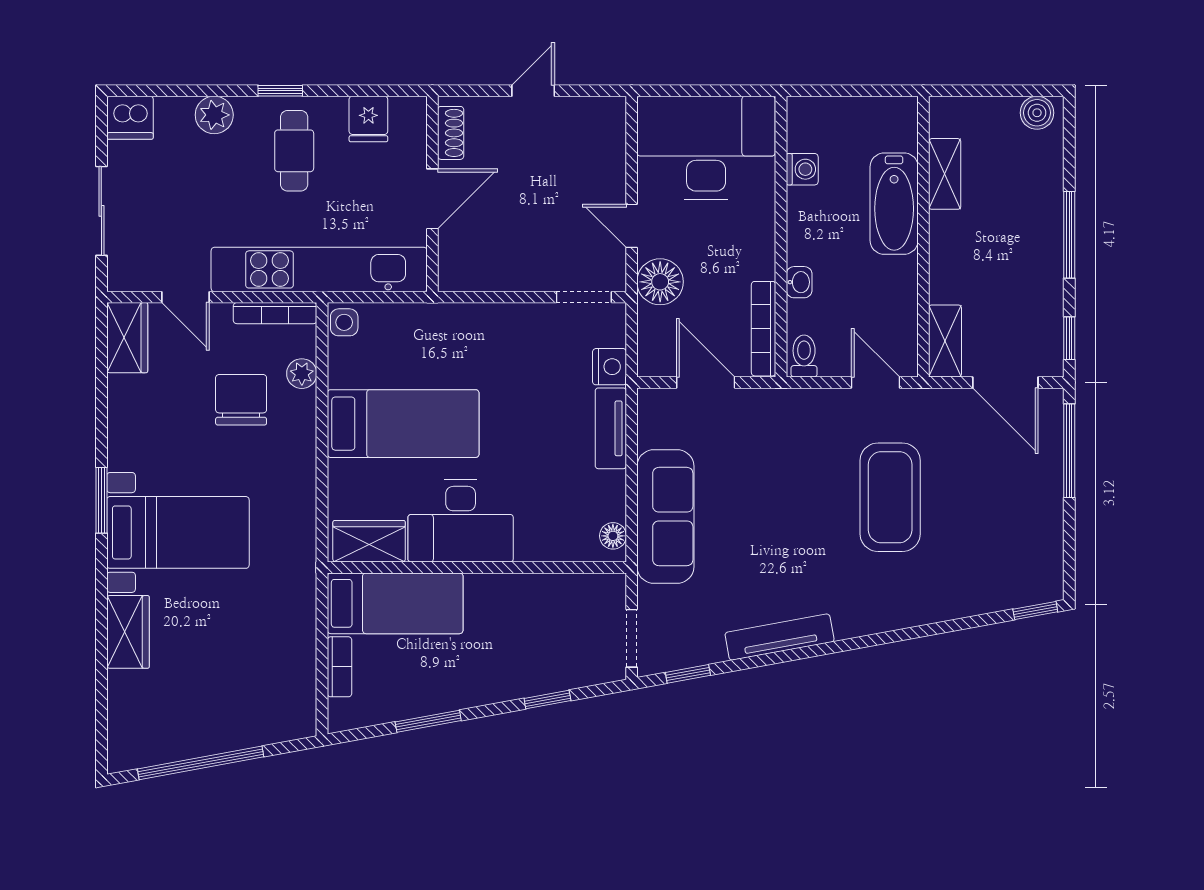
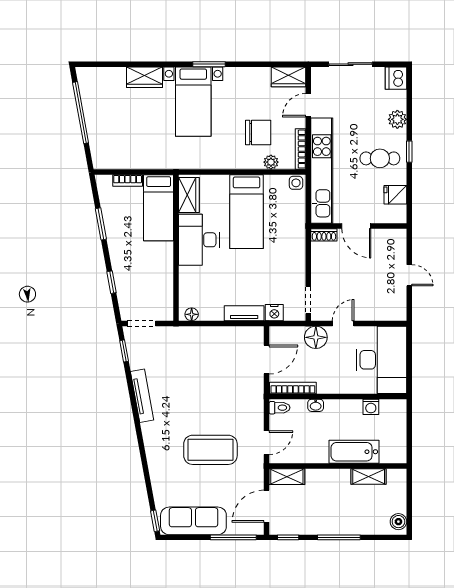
shoe rack: (451, 133) -> (324, 235), moved
sofa: (665, 517) -> (193, 521), moved, turned 180

